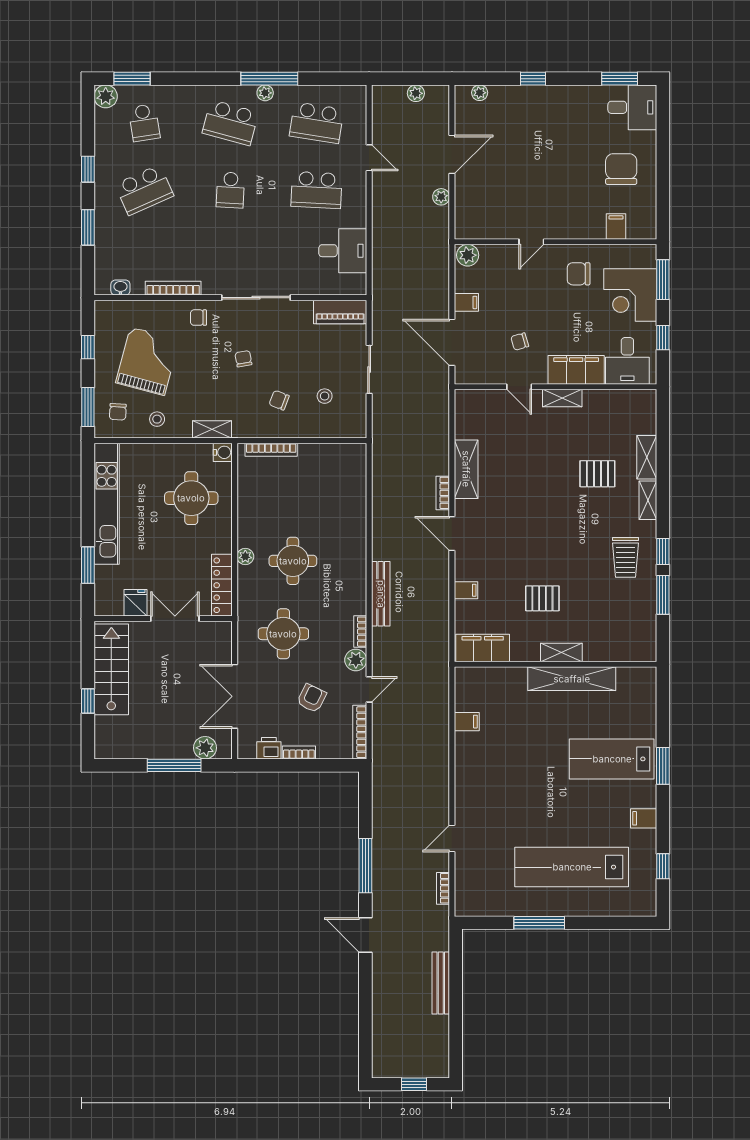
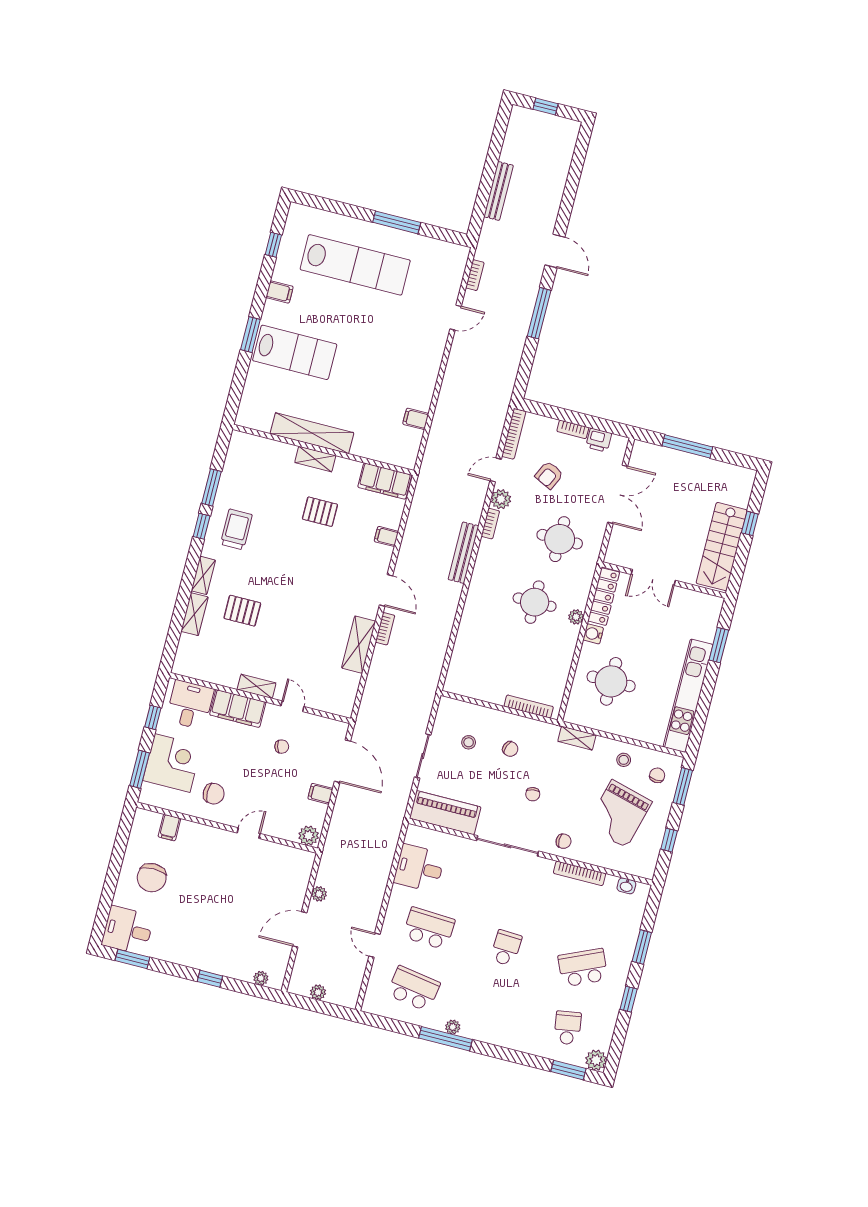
school desk: (230, 123) -> (491, 1008), removed
piano: (340, 312) -> (445, 813), width x1.37, depth x1.33
water cooler: (223, 452) -> (593, 634), moved
fridge: (136, 603) -> (685, 601), removed
plant: (205, 748) -> (656, 455), removed

